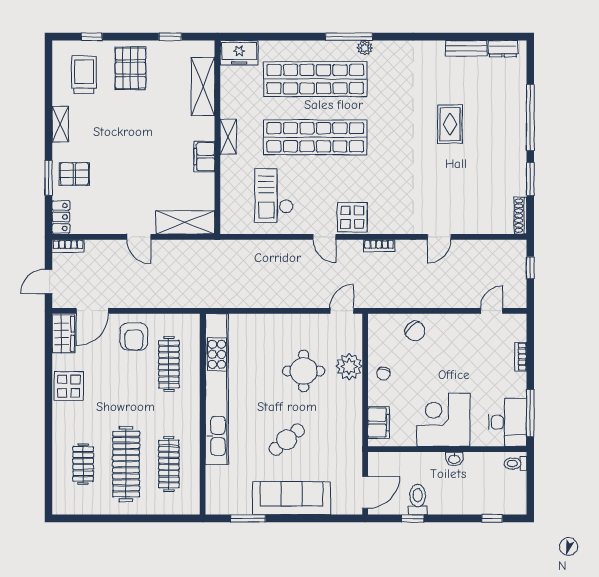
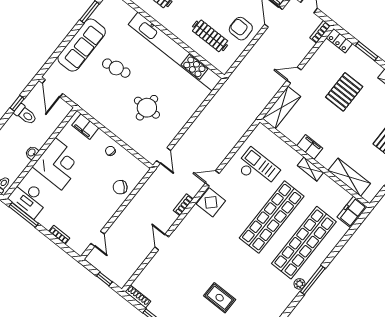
pallet: (74, 174) -> (344, 92), moved, width x1.50, depth x1.42
plant: (349, 367) -> (129, 135), removed
cafe table: (287, 440) -> (116, 68), turned -62

